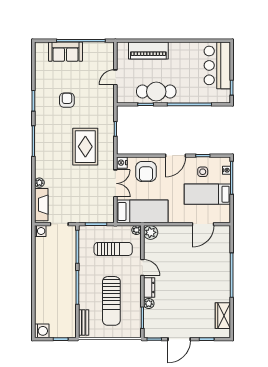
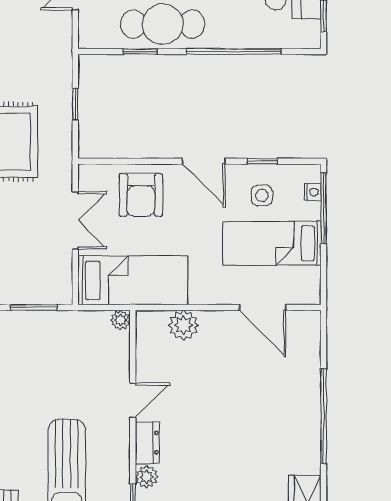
door: (175, 156) -> (204, 161), hinge flipped
nightstand: (122, 163) -> (89, 176), removed
door: (203, 224) -> (263, 308), hinge flipped
plant: (151, 232) -> (183, 325), moved
sun lounger: (113, 249) -> (70, 360), removed
door: (142, 268) -> (133, 400), hinge flipped

